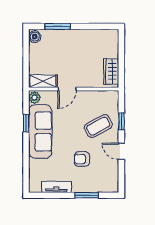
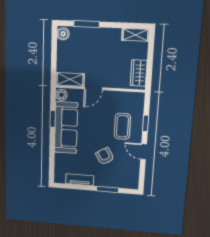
shelving: (106, 35) -> (135, 35), added
coffee table: (98, 126) -> (122, 126), turned -62
armchair: (82, 159) -> (105, 156), turned 59

